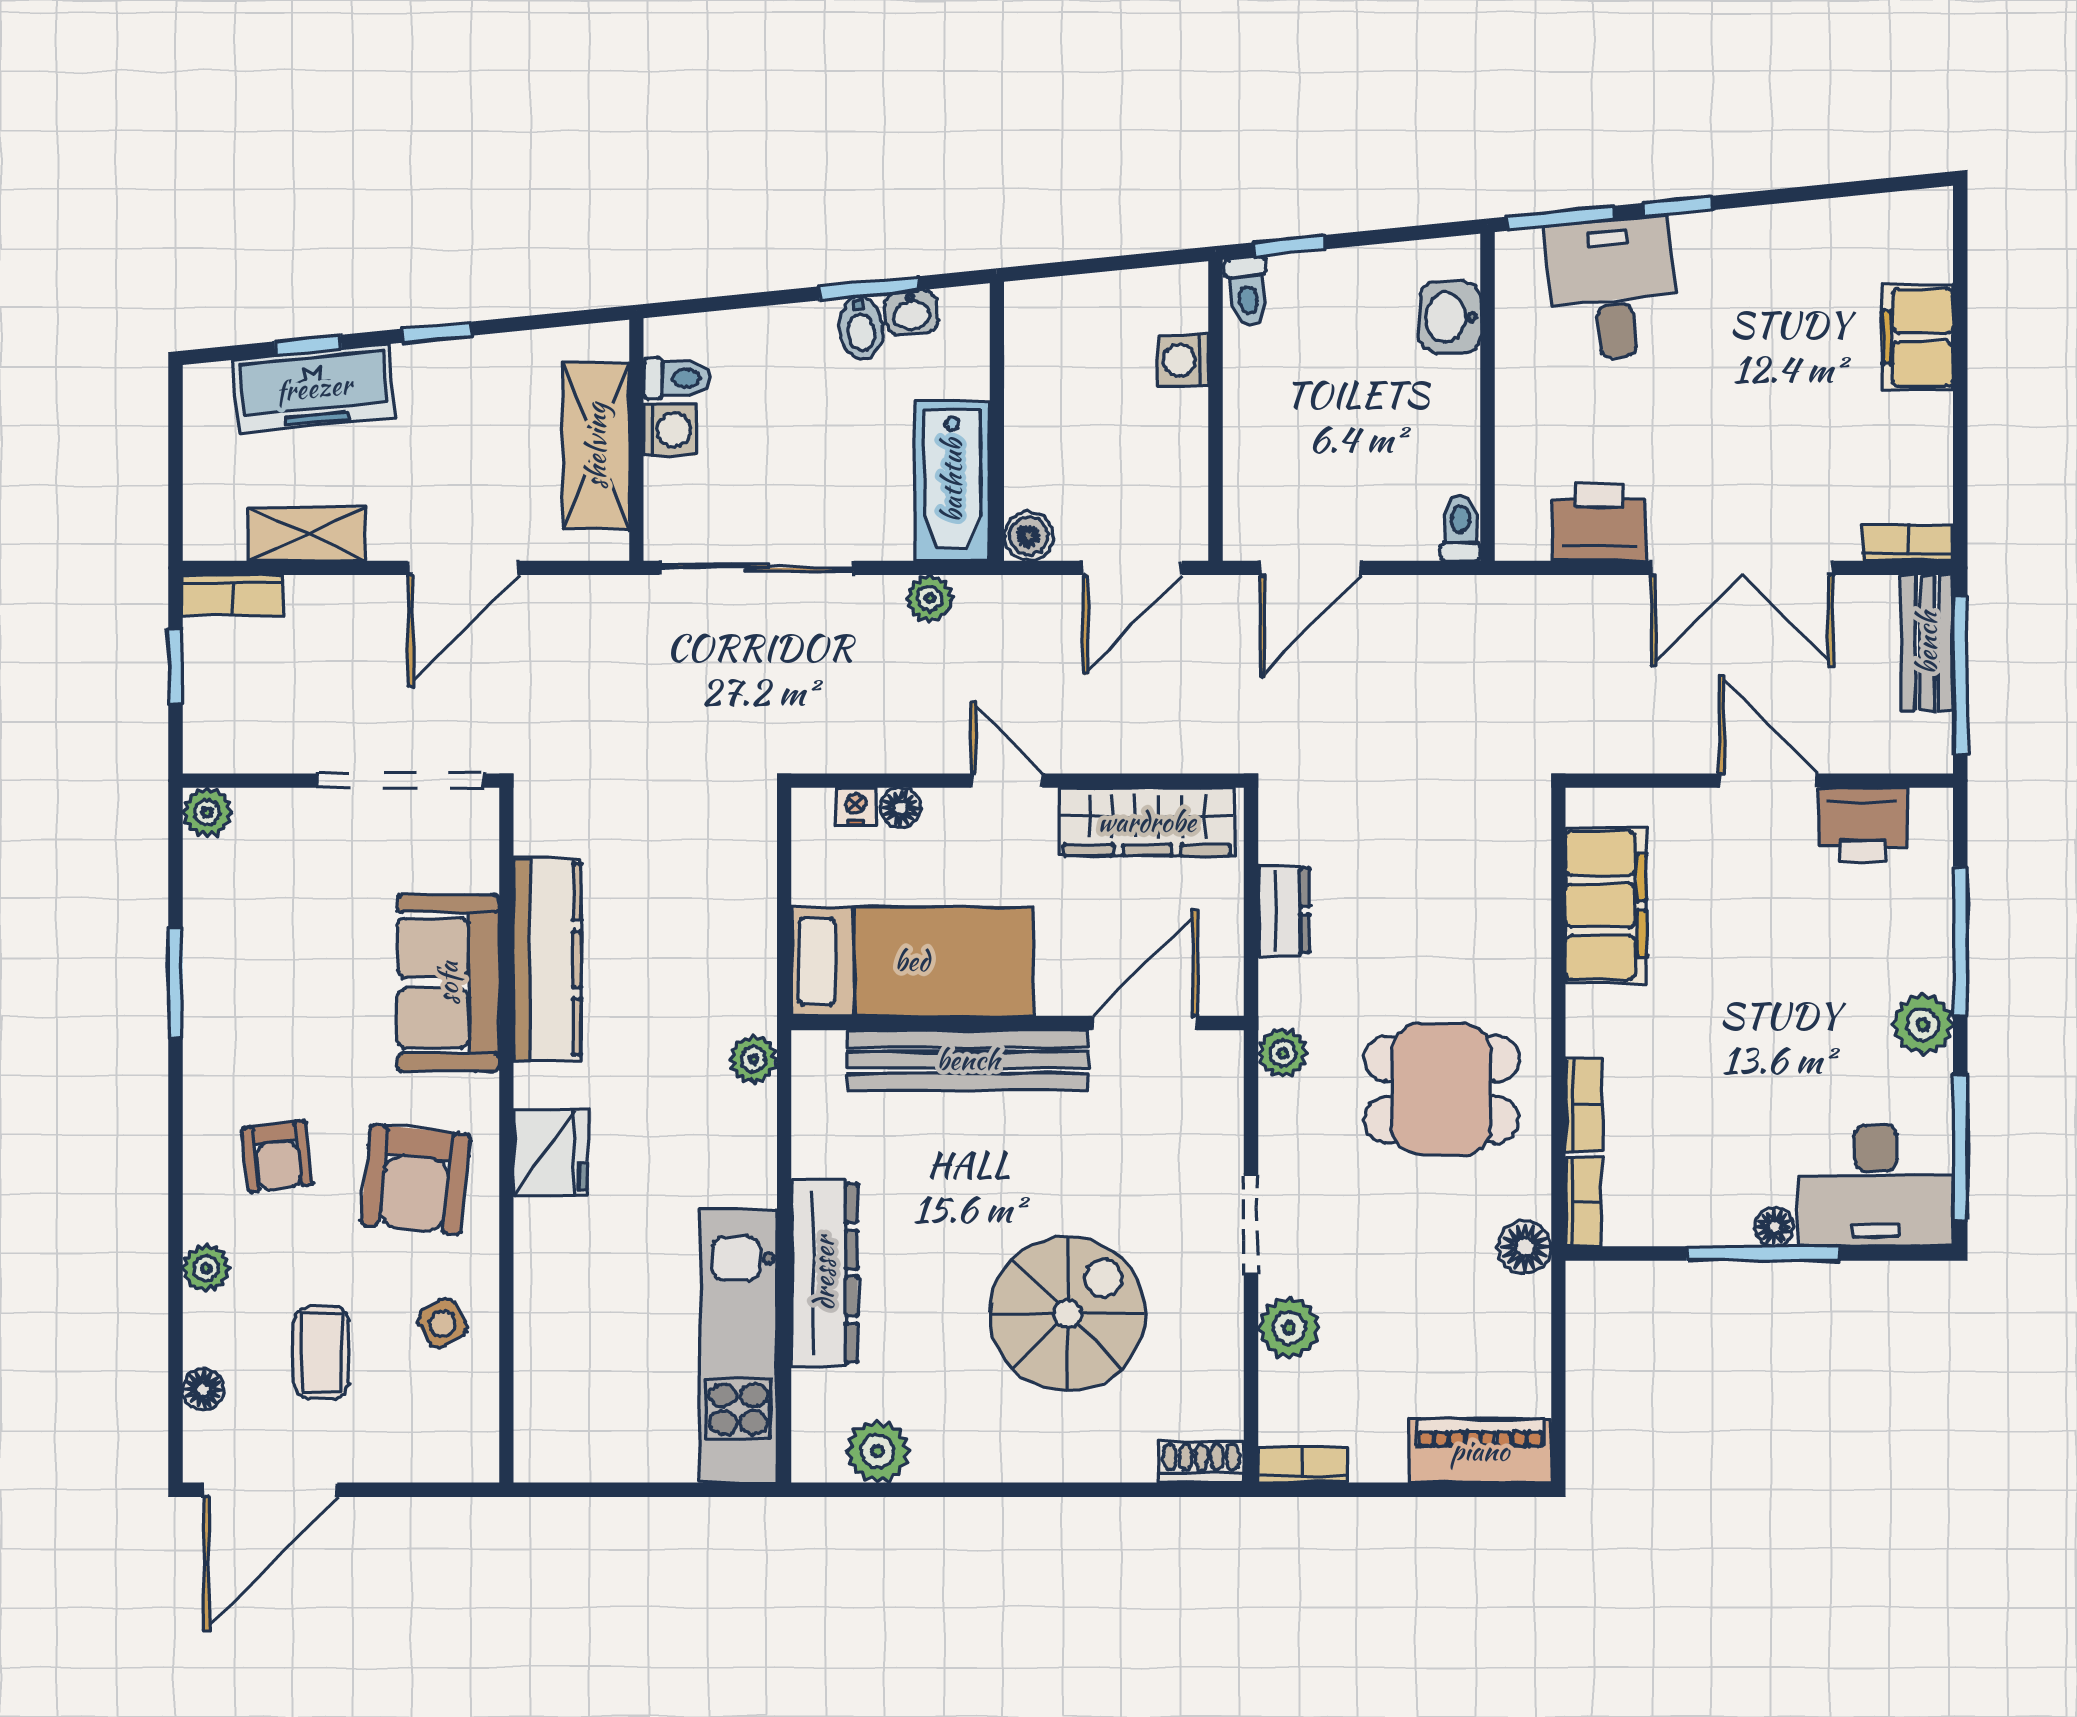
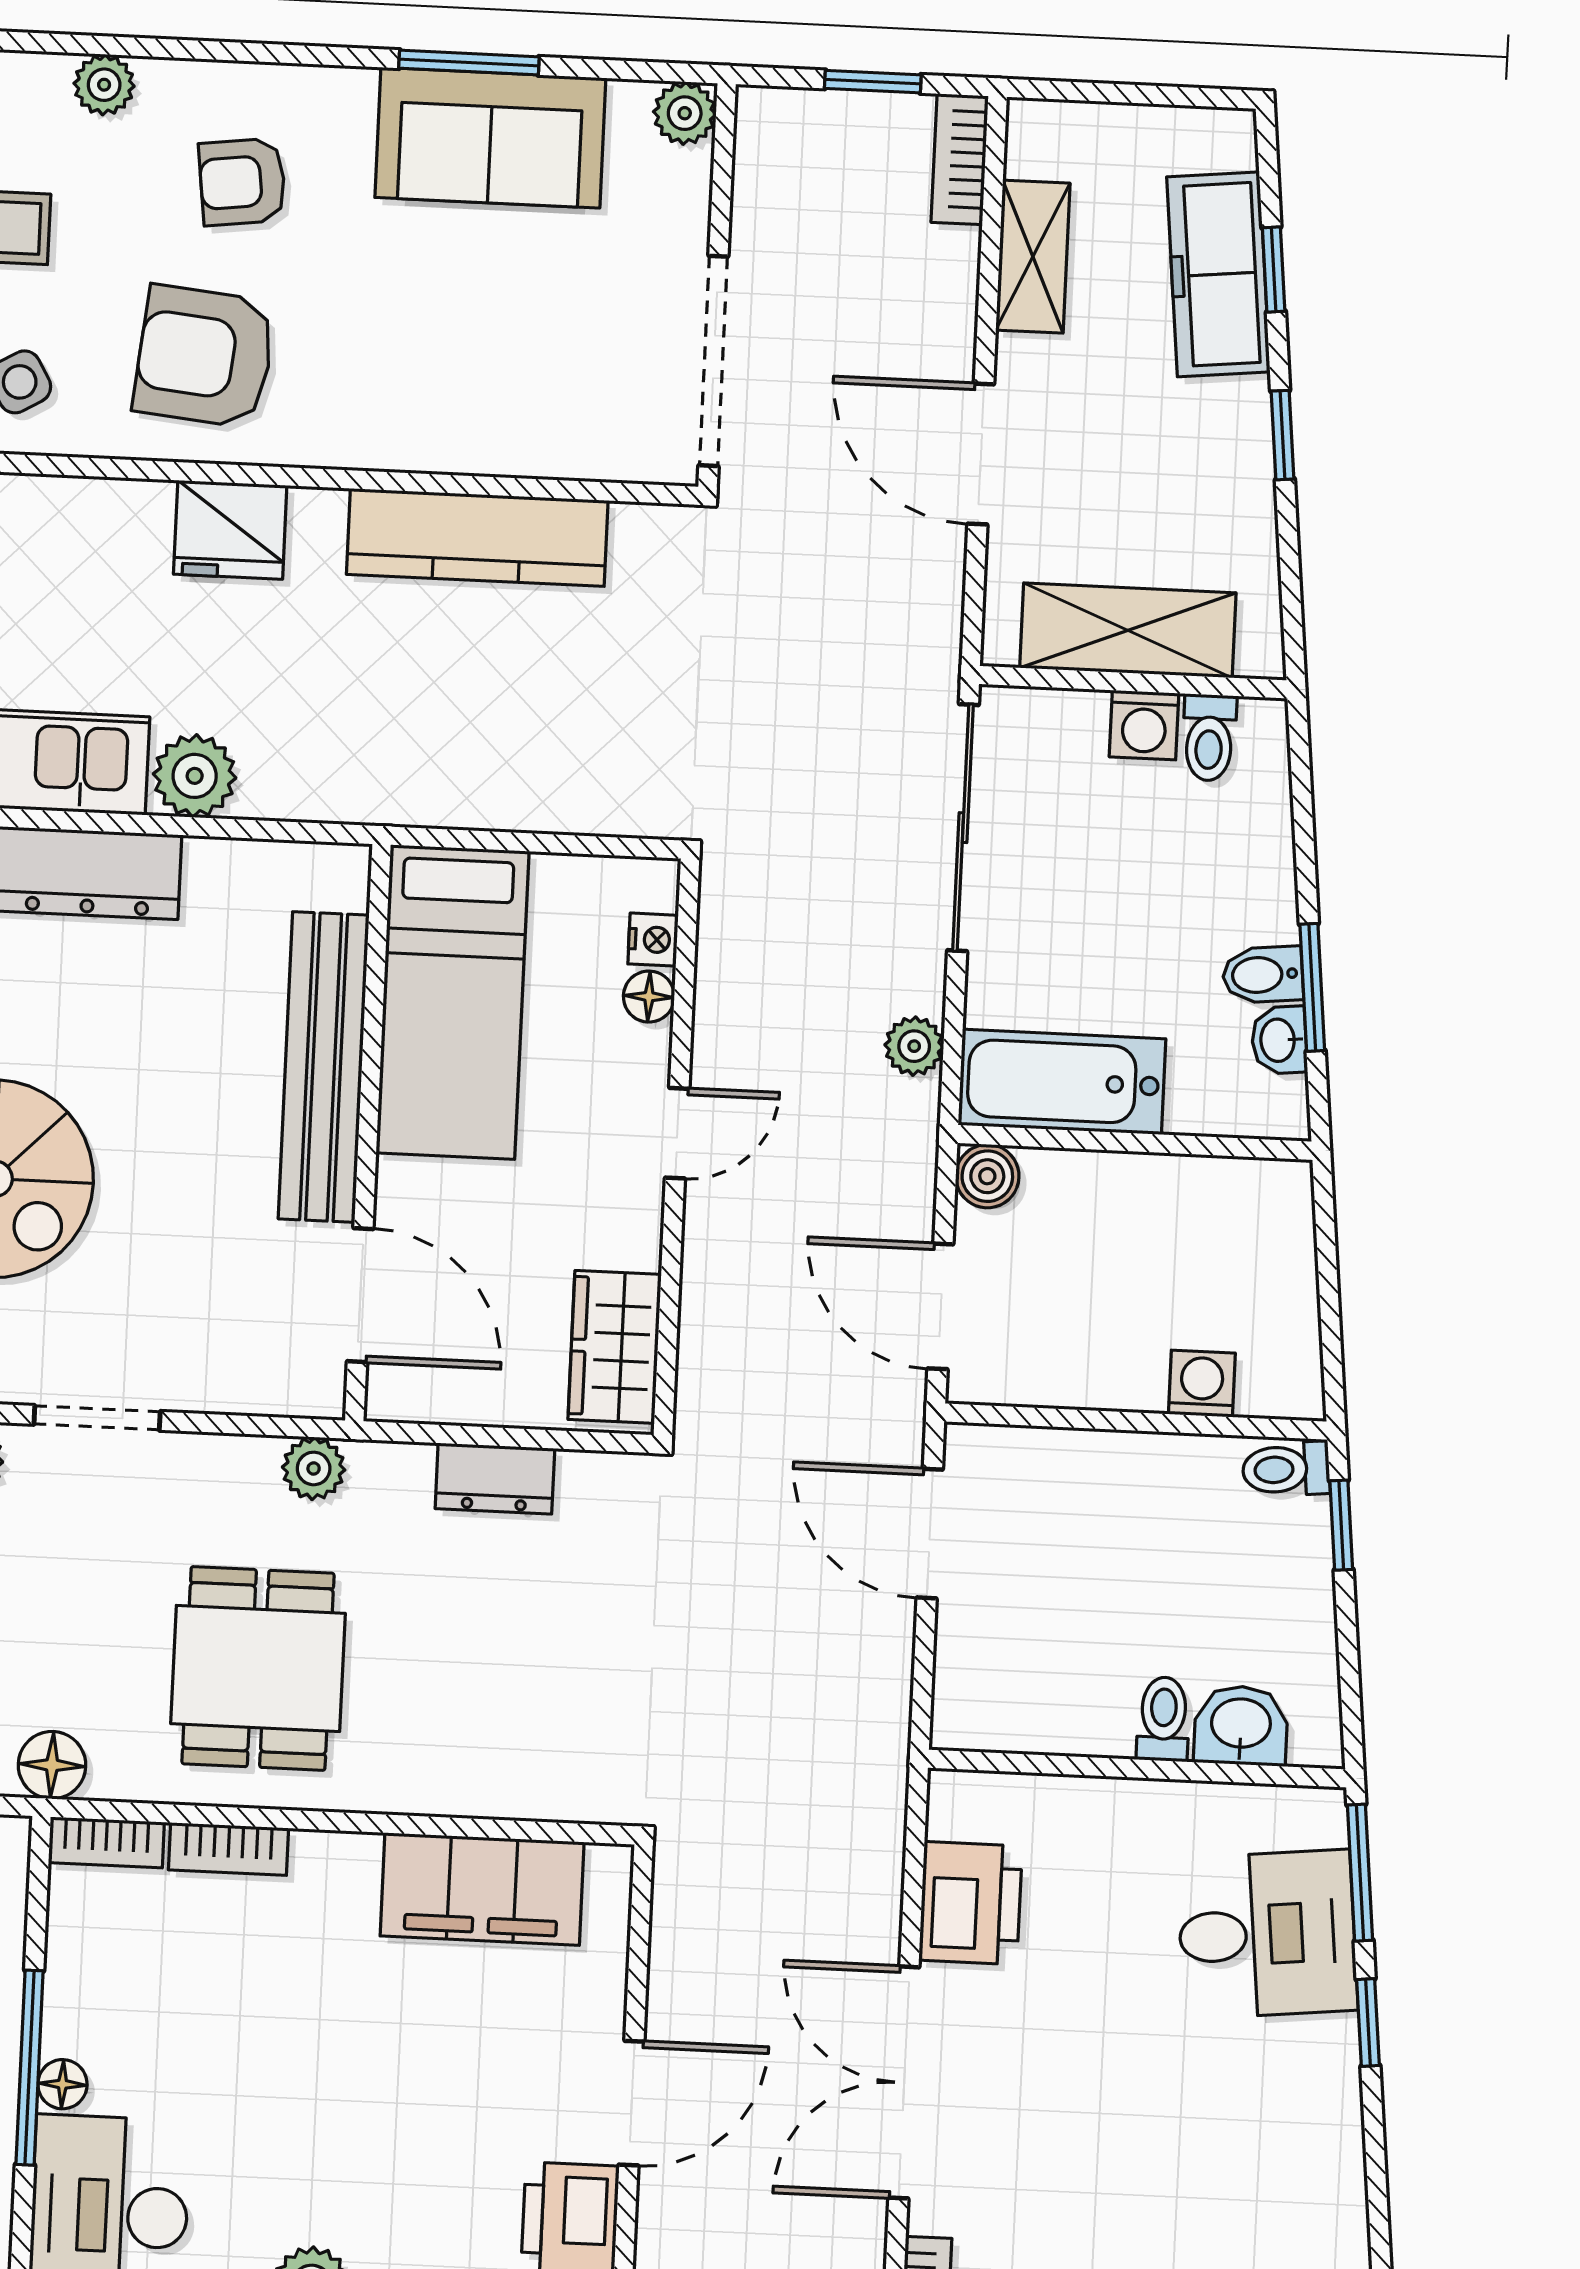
toilet: (1460, 528) -> (1163, 1719), moved, turned -90
wardrobe: (1147, 822) -> (615, 1347), width x0.67
sofa: (448, 983) -> (490, 138), moved, turned 180
plant: (753, 1059) -> (195, 776), moved, width x1.38, depth x1.38

